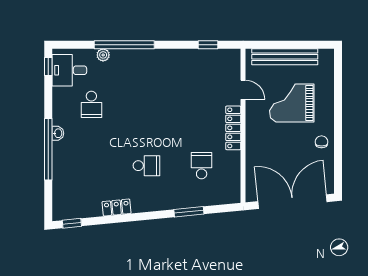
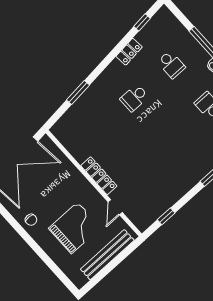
door: (243, 90) -> (115, 207), hinge flipped
school desk: (202, 166) -> (171, 65), moved
window: (72, 223) -> (142, 22), moved

